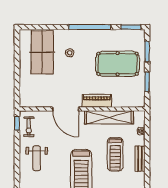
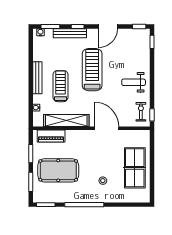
table tennis table: (42, 52) -> (135, 168), moved
piano: (97, 101) -> (51, 136), moved
weight bench: (37, 158) -> (134, 82), turned -90
bench: (140, 159) -> (37, 78), width x1.36

